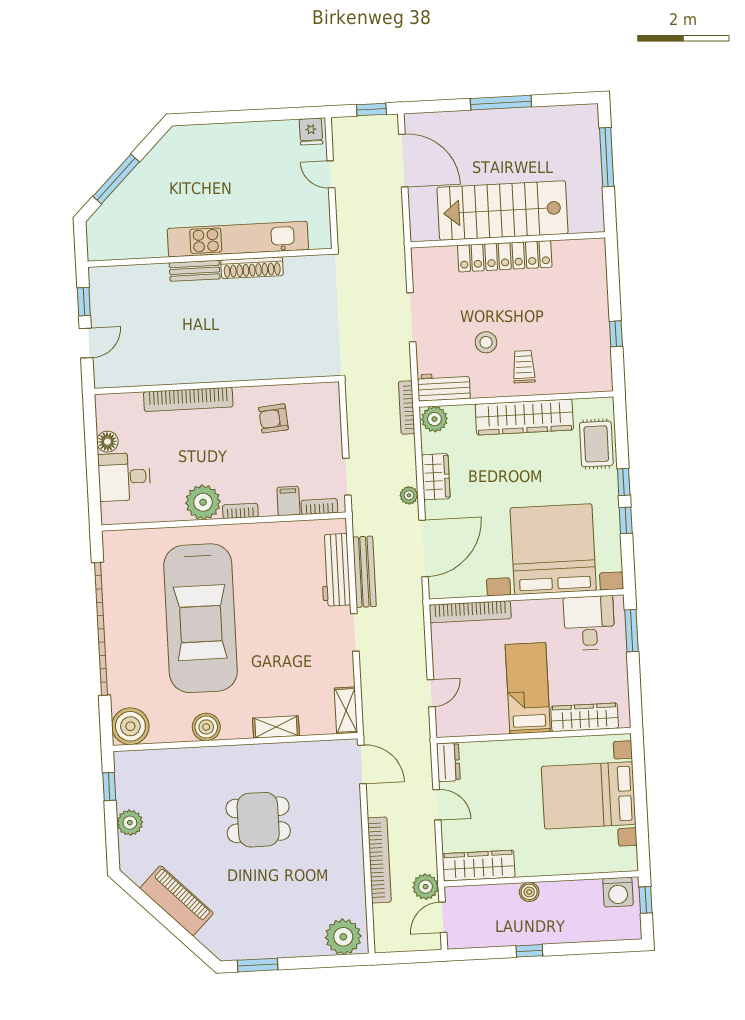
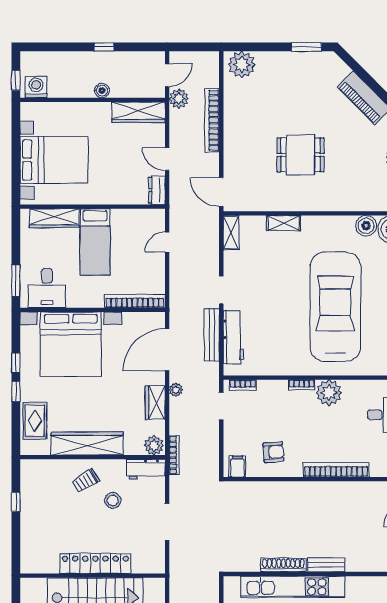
trolley: (524, 367) -> (86, 481), turned 58
filing cabinet: (288, 501) -> (237, 466), moved, turned 180
boiler: (206, 727) -> (366, 226), moved

